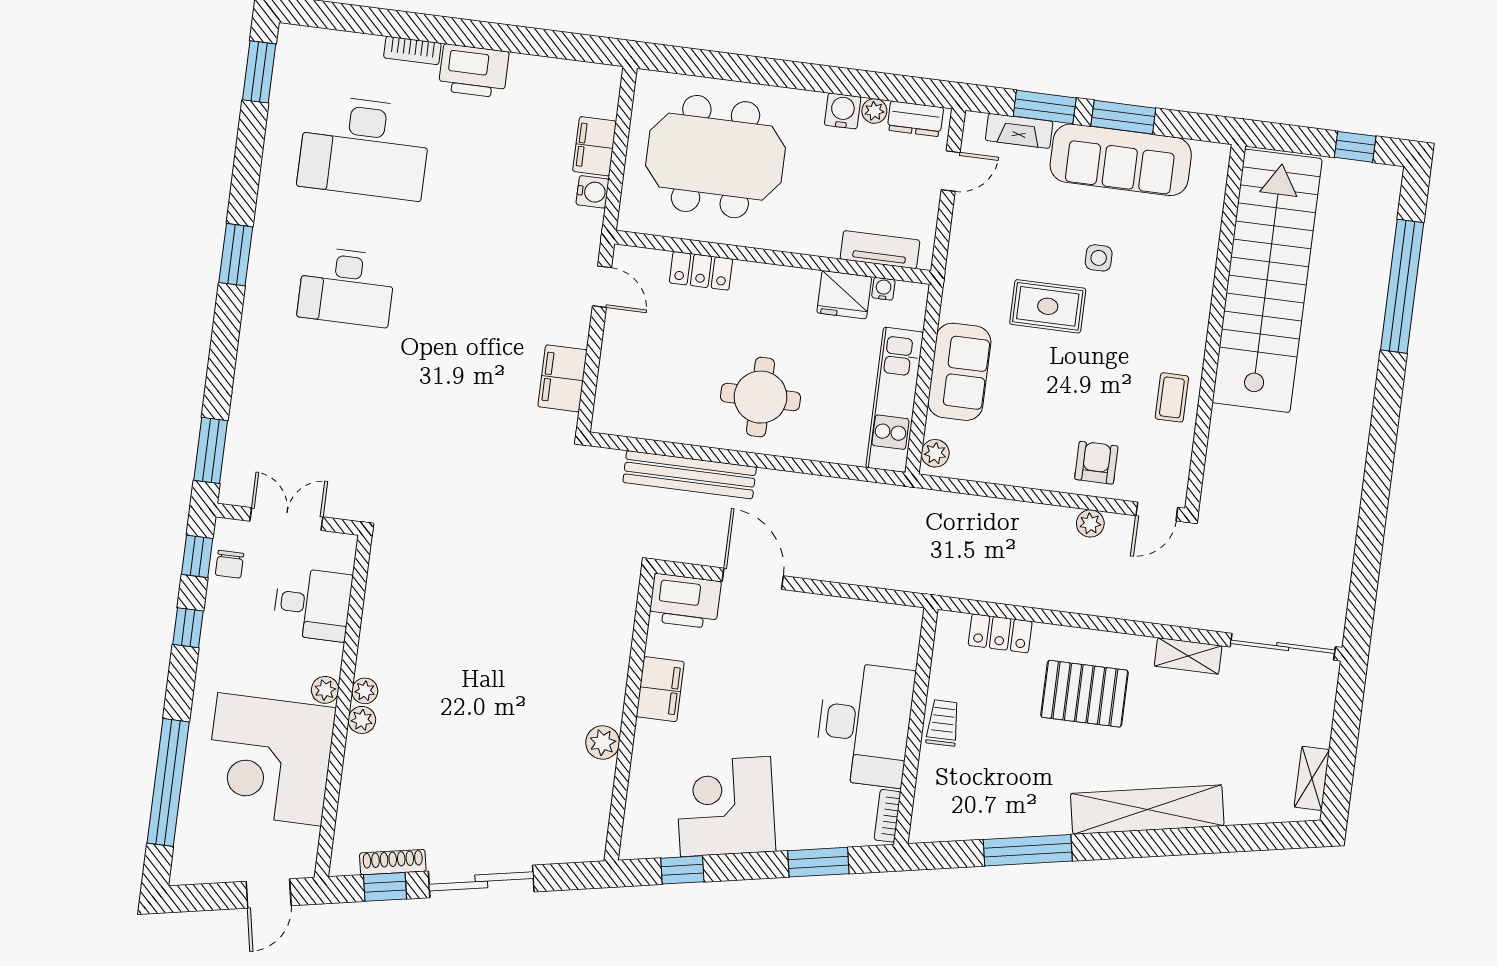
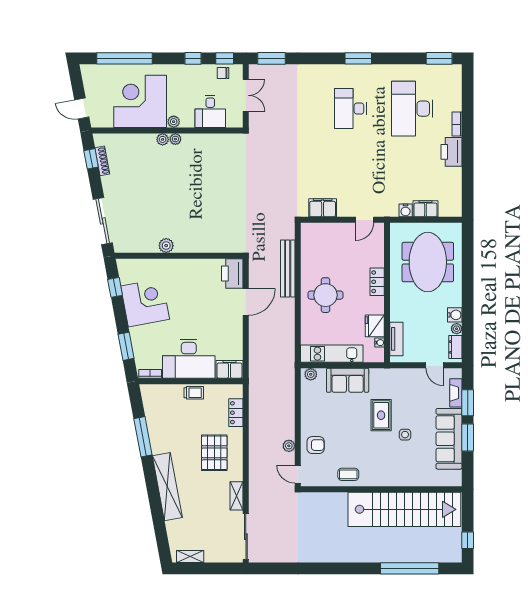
locker: (701, 271) -> (377, 282), moved
filing cabinet: (660, 689) -> (229, 369), moved, turned 180
sliding door: (481, 881) -> (103, 221), moved

